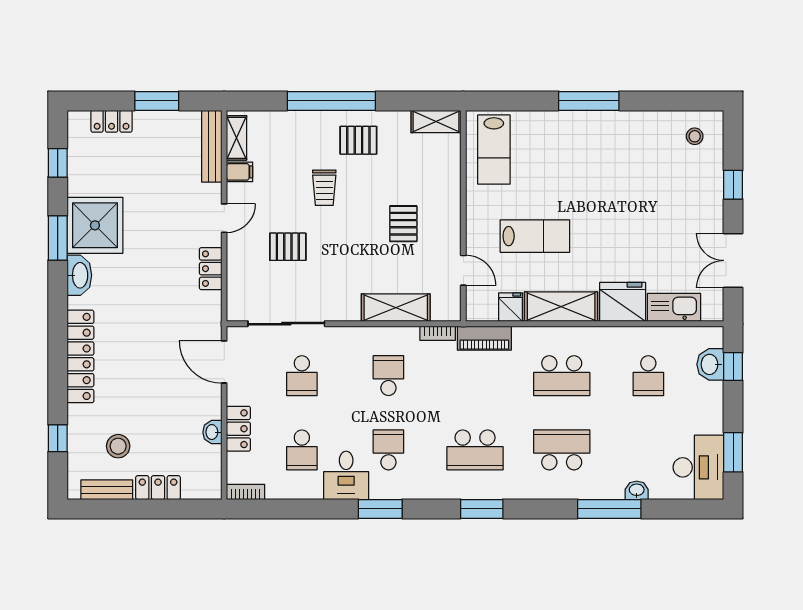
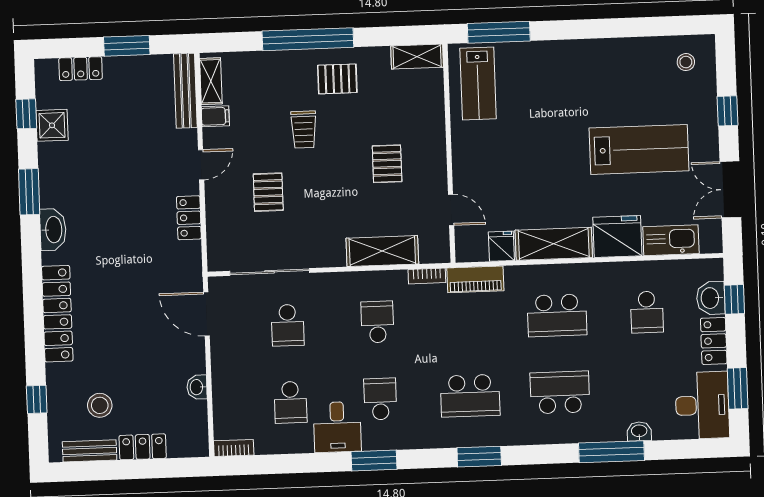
window: (589, 101) -> (499, 32), moved
shower: (95, 225) -> (52, 125), moved, width x0.54, depth x0.54
lab bench: (535, 236) -> (639, 149), moved, width x1.36, depth x1.39
pallet: (288, 247) -> (268, 192), turned 90
locker: (238, 429) -> (714, 341), moved, turned 180

